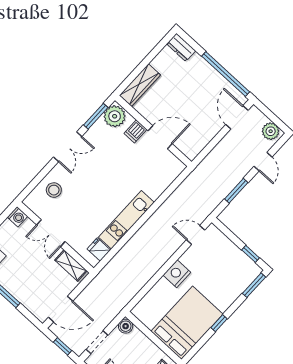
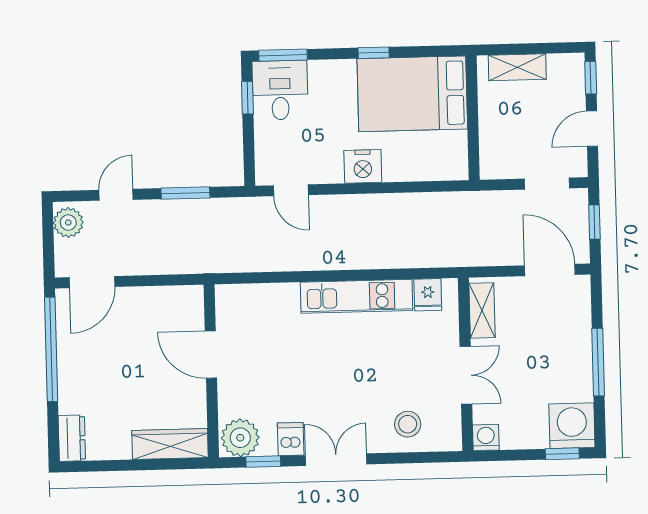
window: (96, 116) -> (263, 462), width x0.67
dishwasher: (135, 131) -> (291, 439), moved, turned -90
desk: (241, 270) -> (280, 90), added
boiler: (126, 326) -> (492, 167), removed

